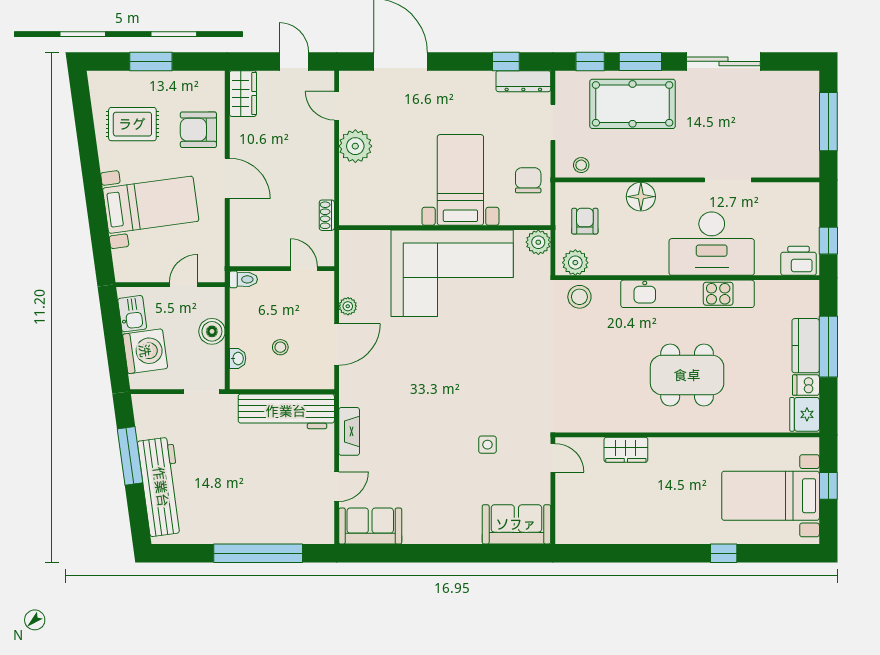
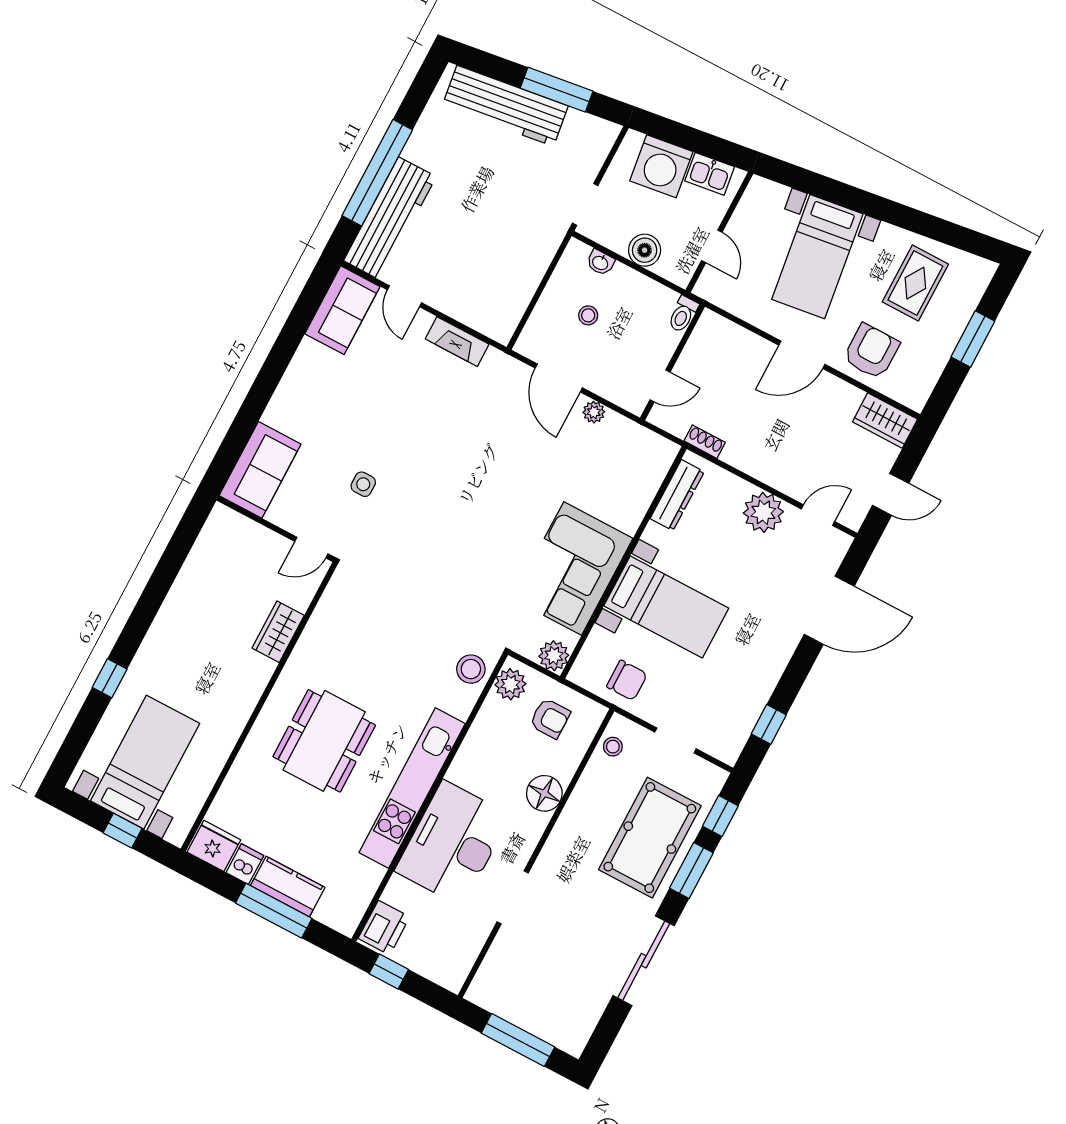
dresser: (523, 81) -> (677, 495), moved, turned 180
corner sofa: (452, 273) -> (573, 569), width x0.73, depth x0.74
workbench: (286, 411) -> (390, 219), moved, turned 180

